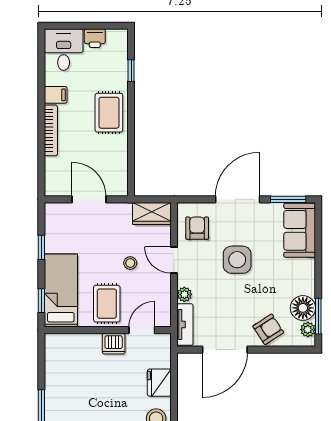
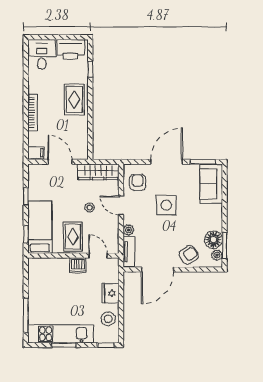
printer: (95, 38) -> (71, 49), width x1.87, depth x1.48
filing cabinet: (56, 95) -> (36, 153), moved
wardrobe: (152, 213) -> (98, 172), width x1.50
door: (142, 330) -> (98, 256), hinge flipped

